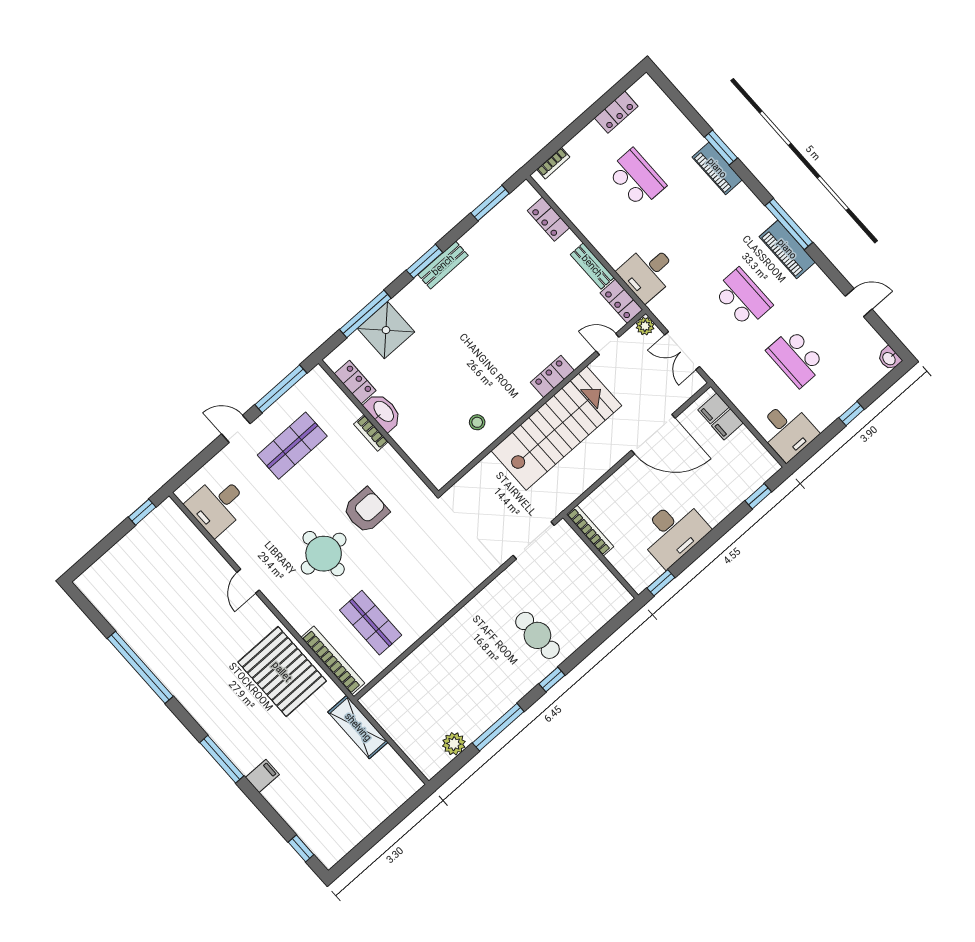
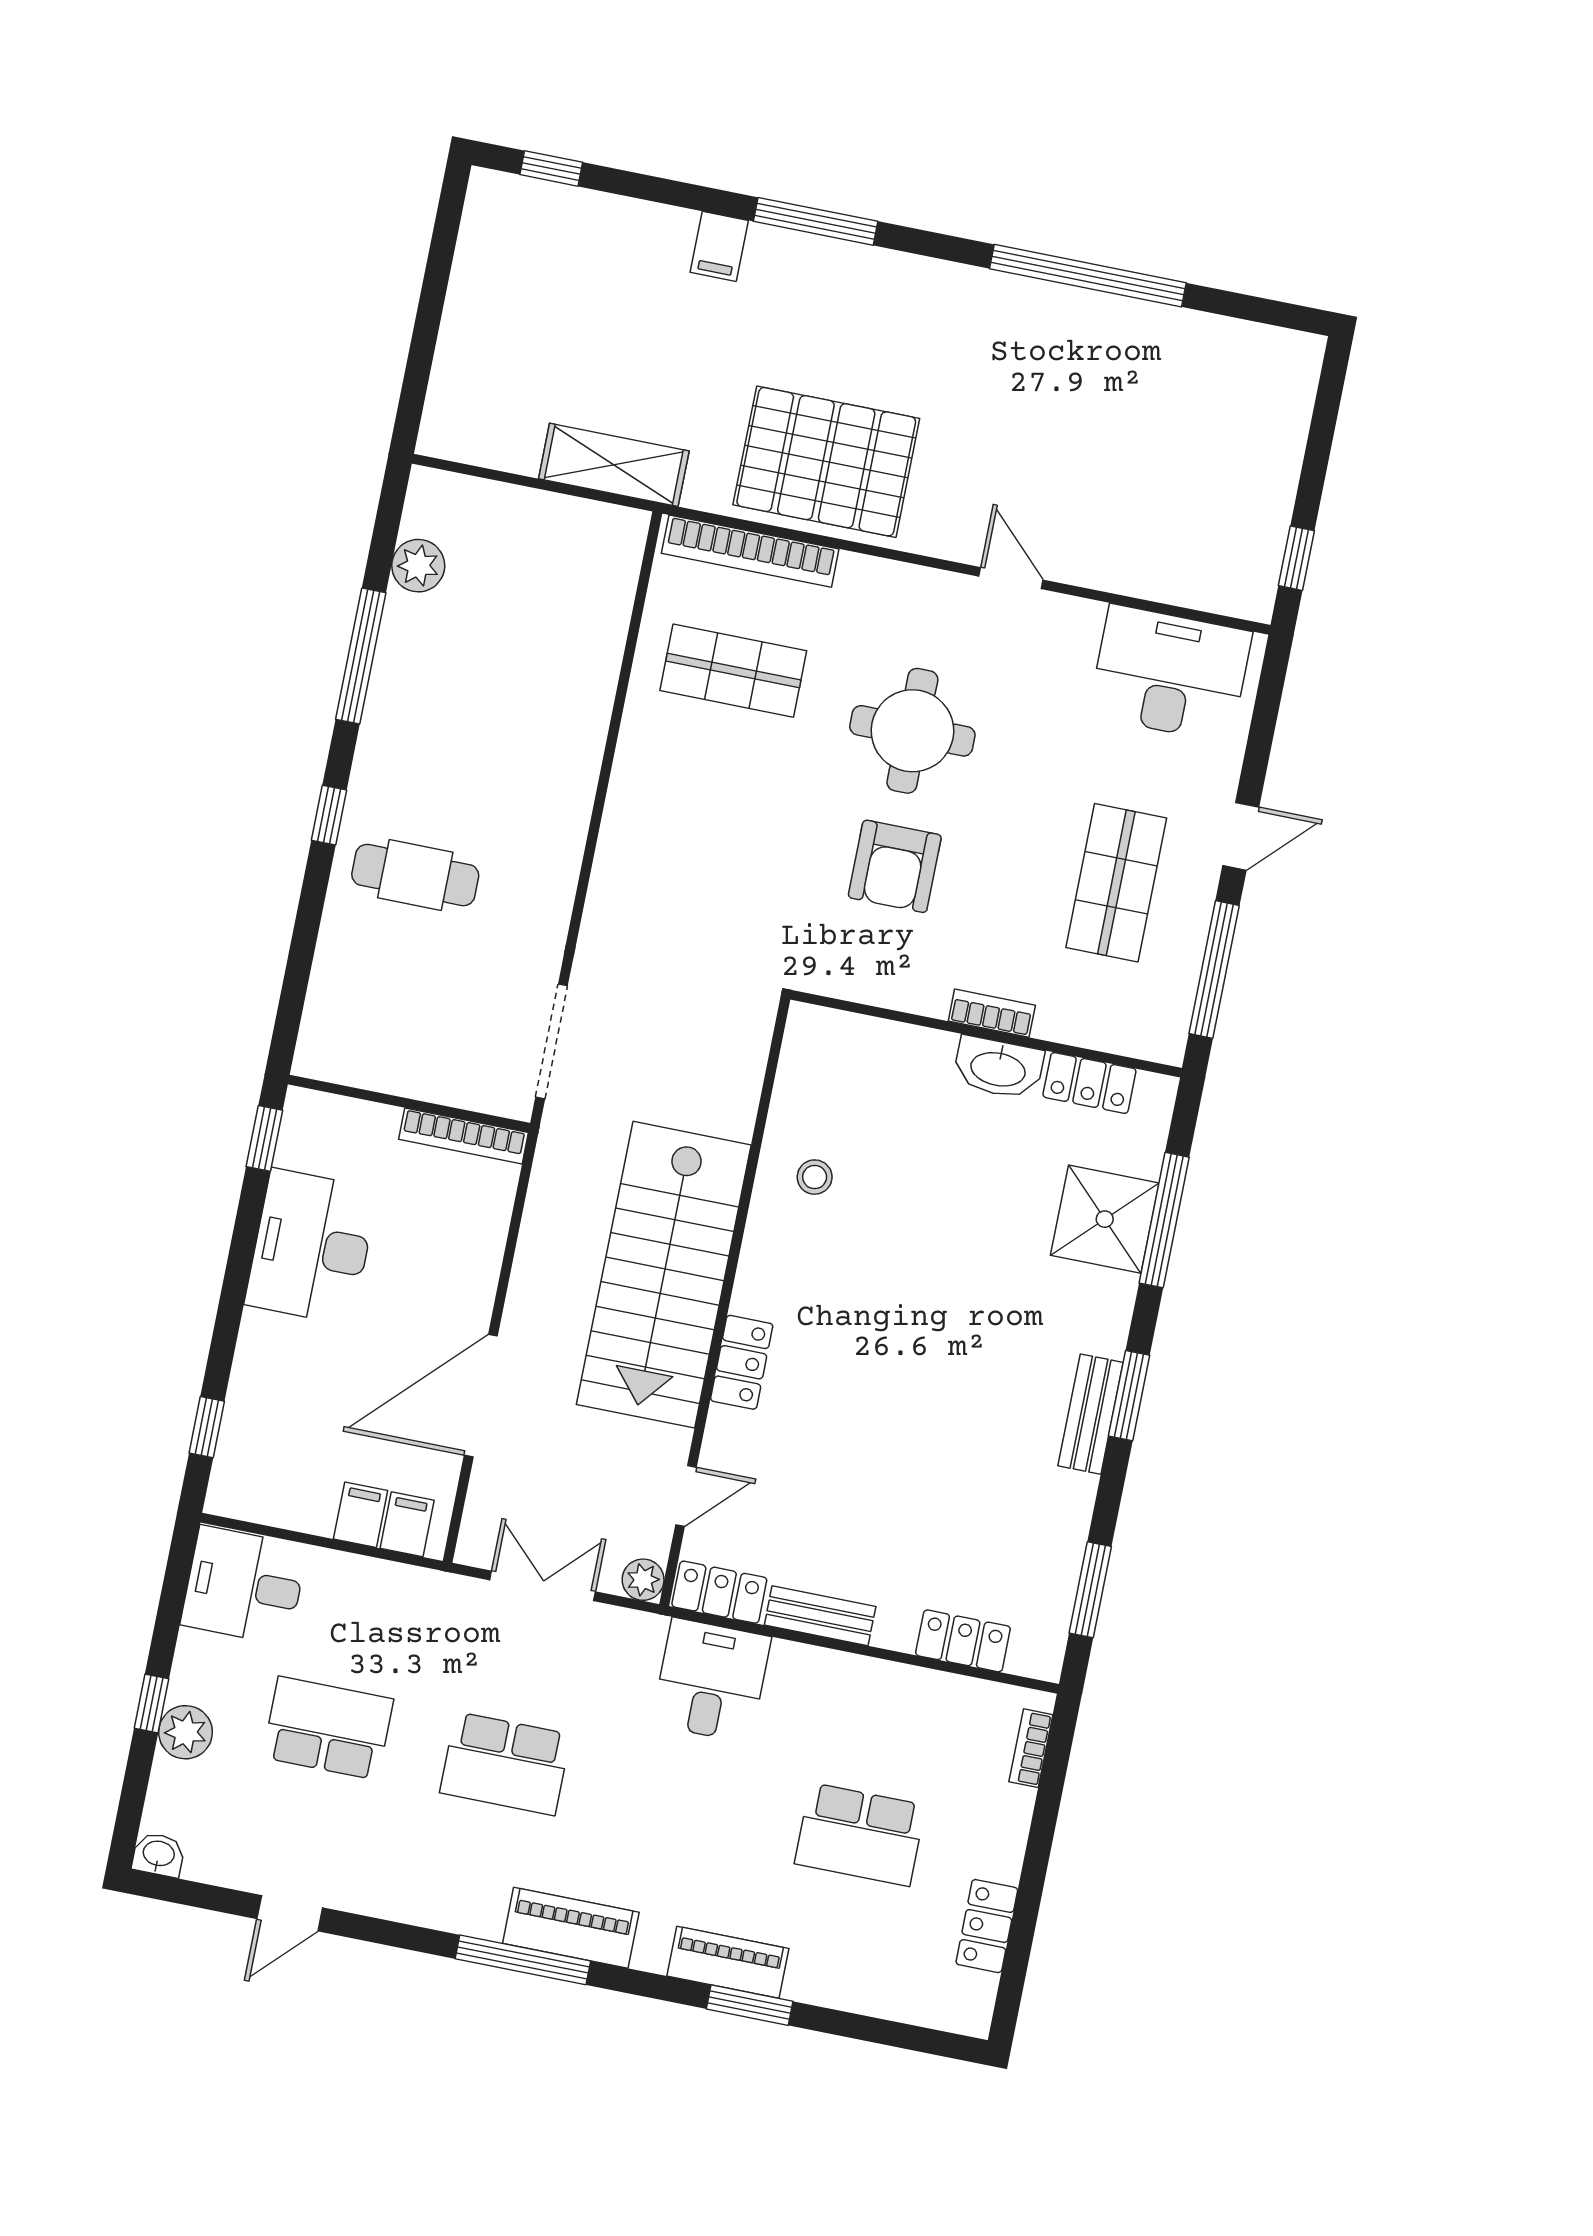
piano: (787, 249) -> (571, 1928), moved
plant: (847, 394) -> (186, 1732), added
desk: (217, 505) -> (1170, 674), width x1.37

